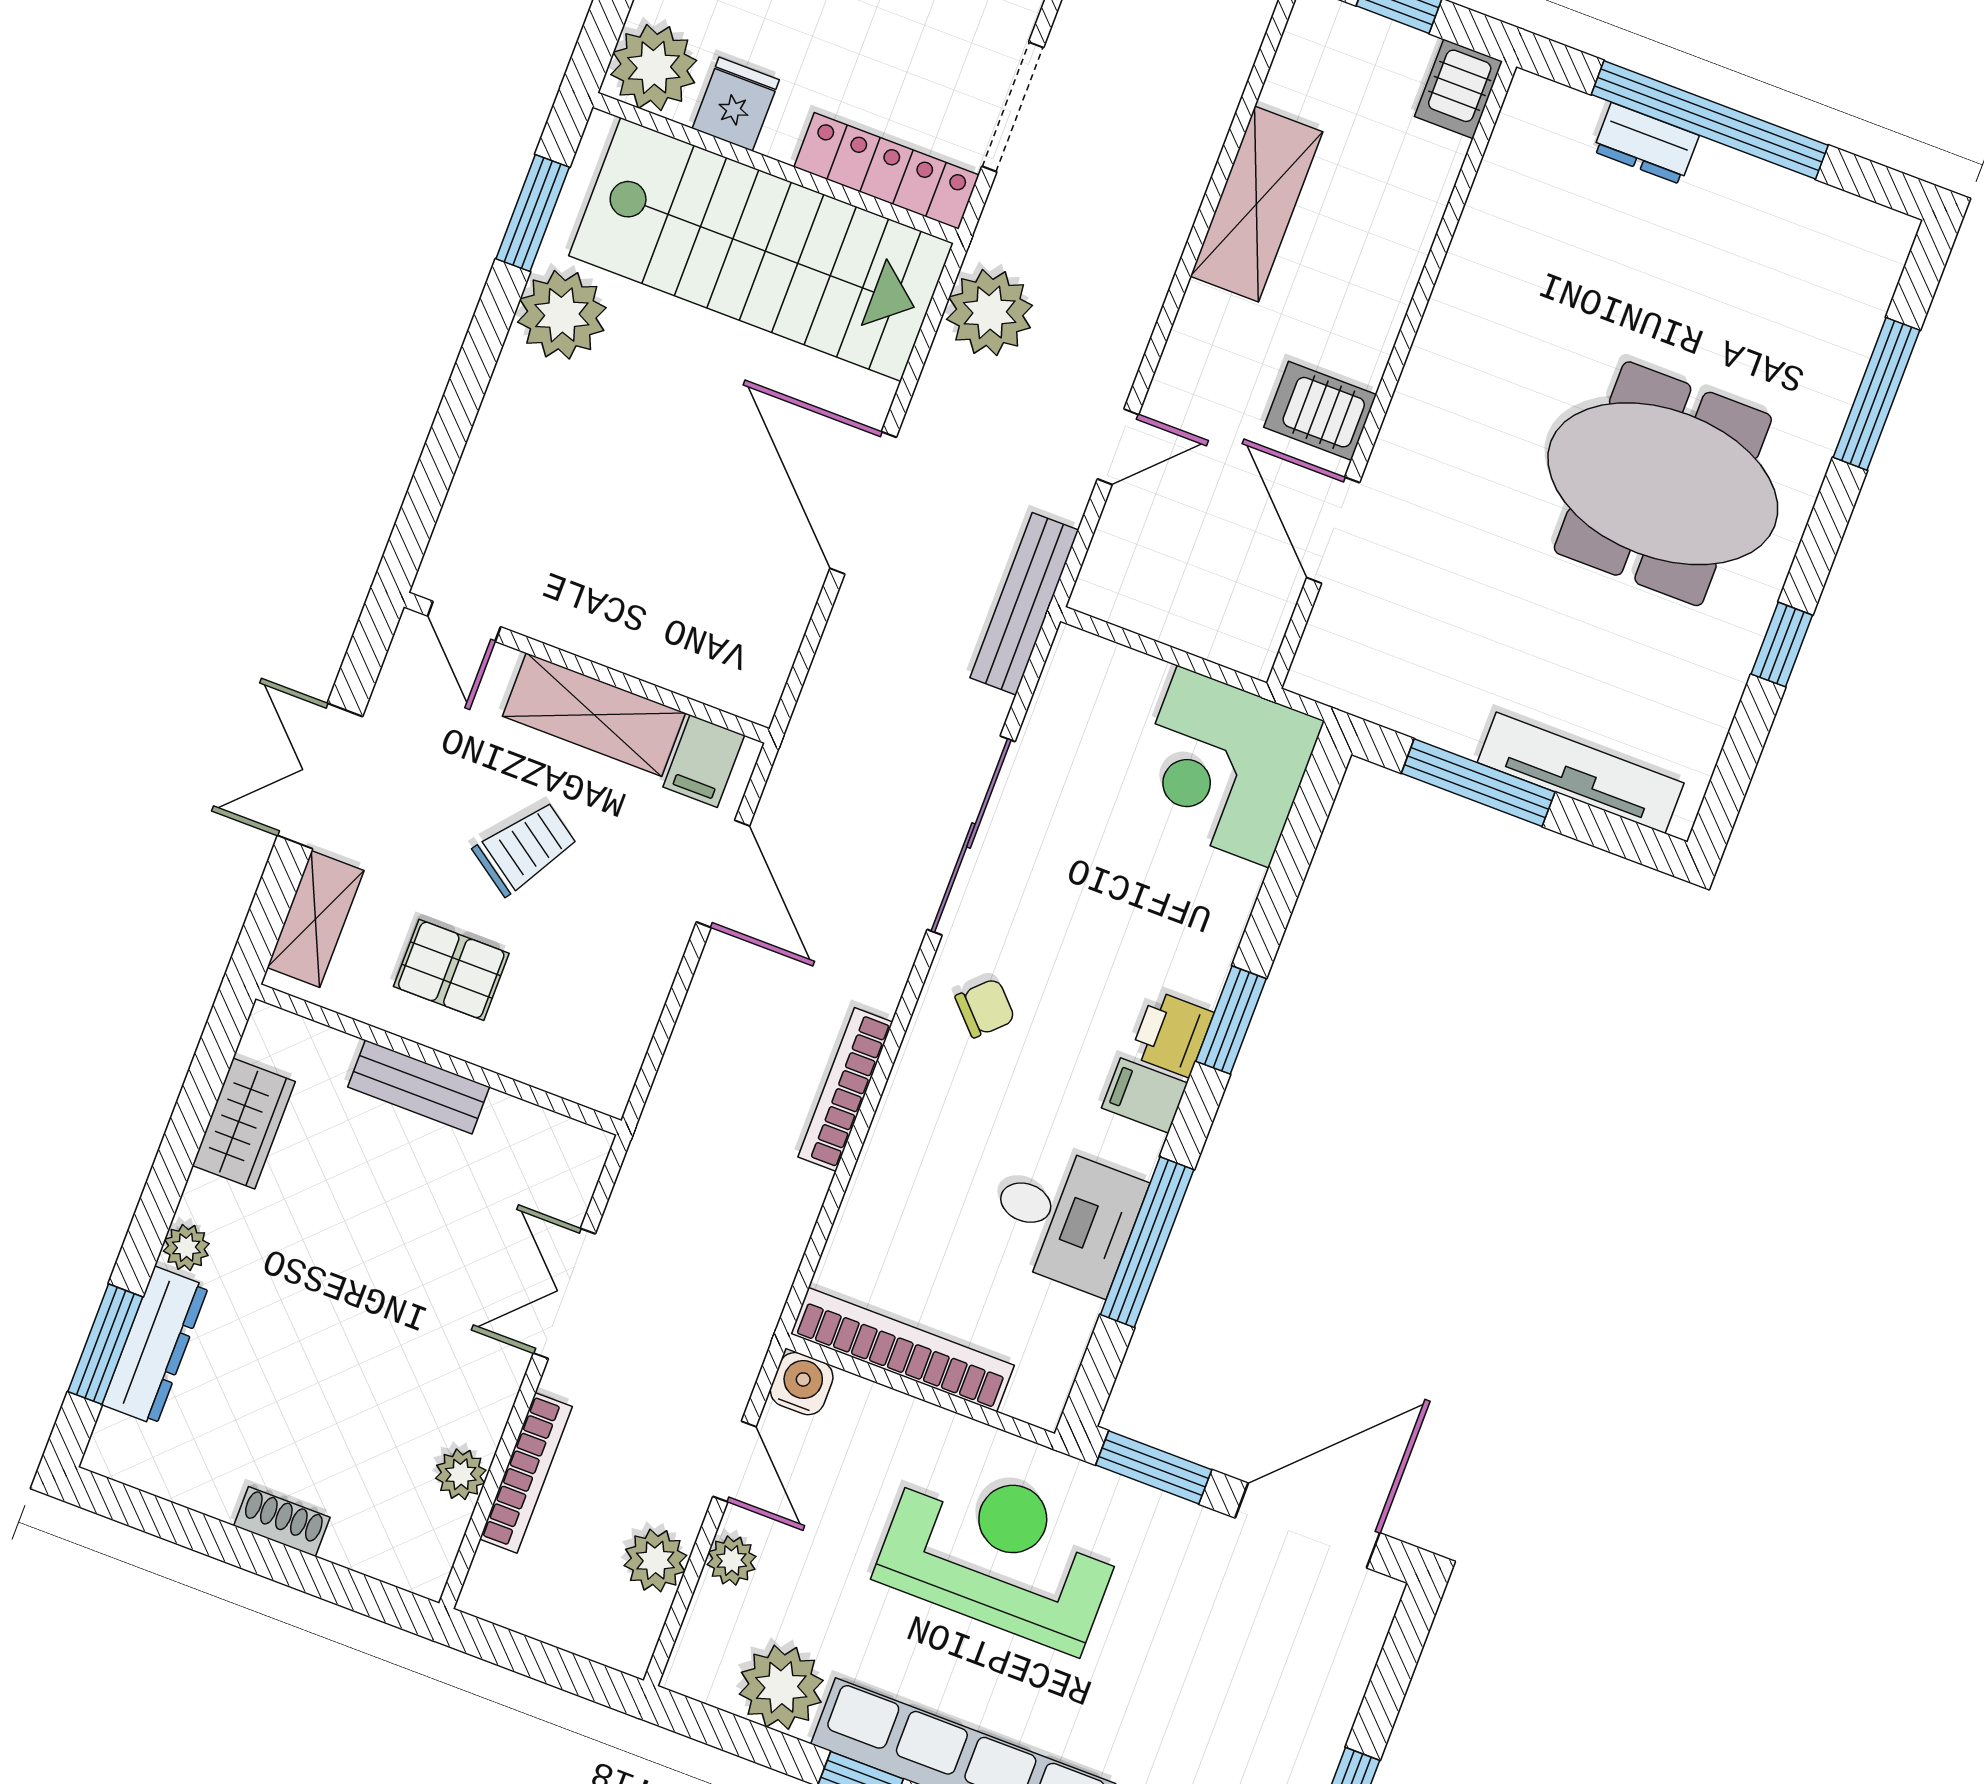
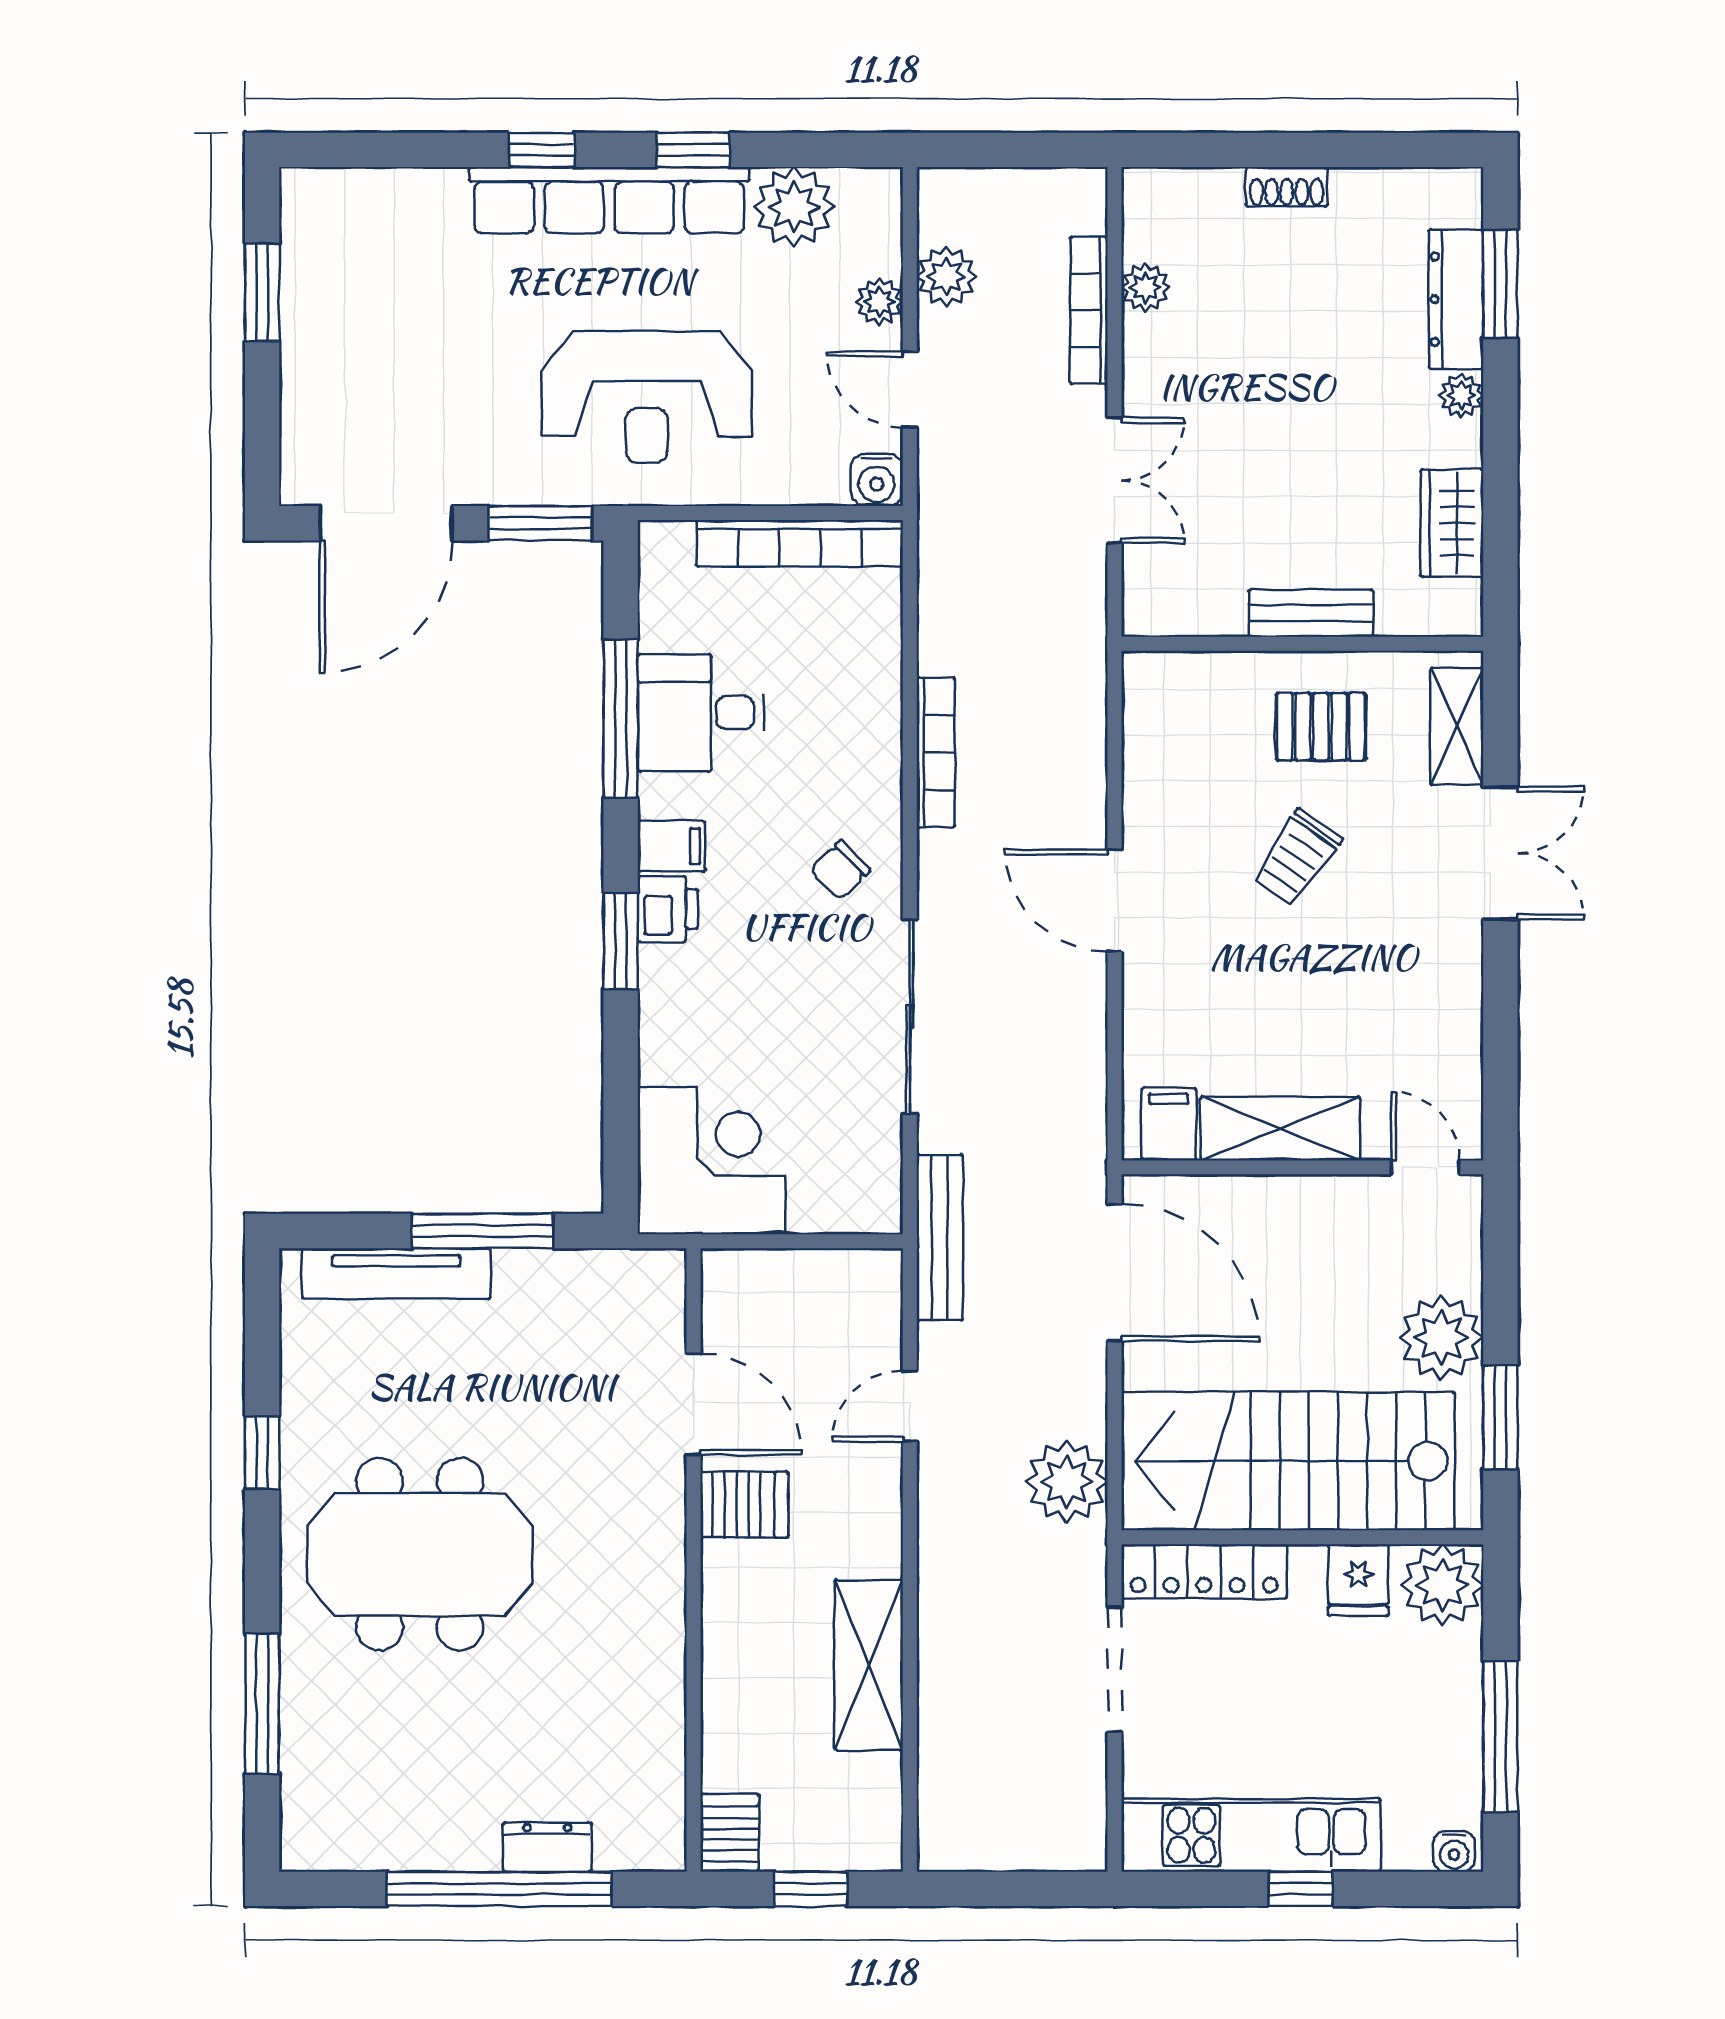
door: (464, 621) -> (1425, 1167), moved
wall: (587, 668) -> (1302, 1167), moved
shelving: (594, 715) -> (1280, 1129), moved
filing cabinet: (704, 761) -> (1169, 1124), moved

